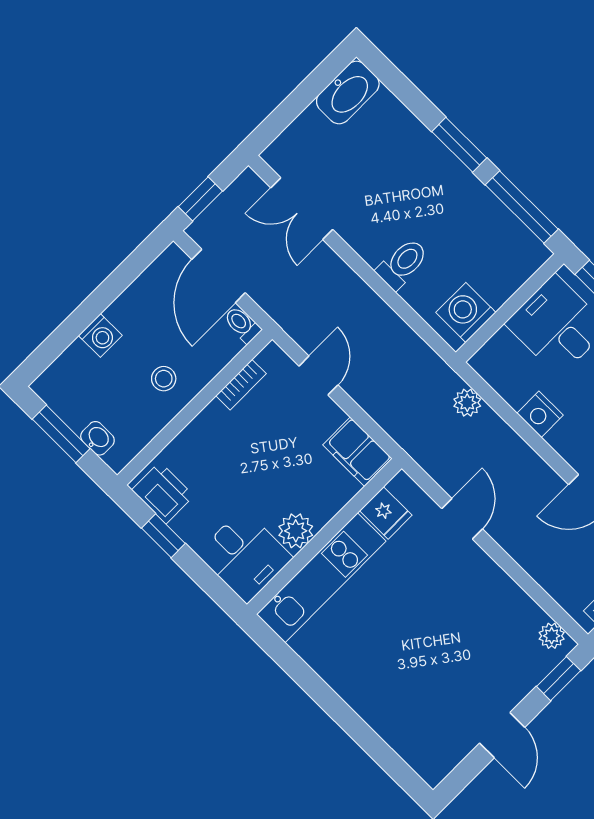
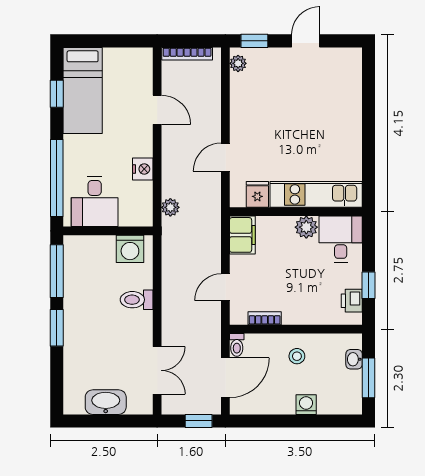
washbasin: (348, 92) -> (106, 402), moved
printer: (163, 493) -> (352, 301), width x0.73, depth x0.81

